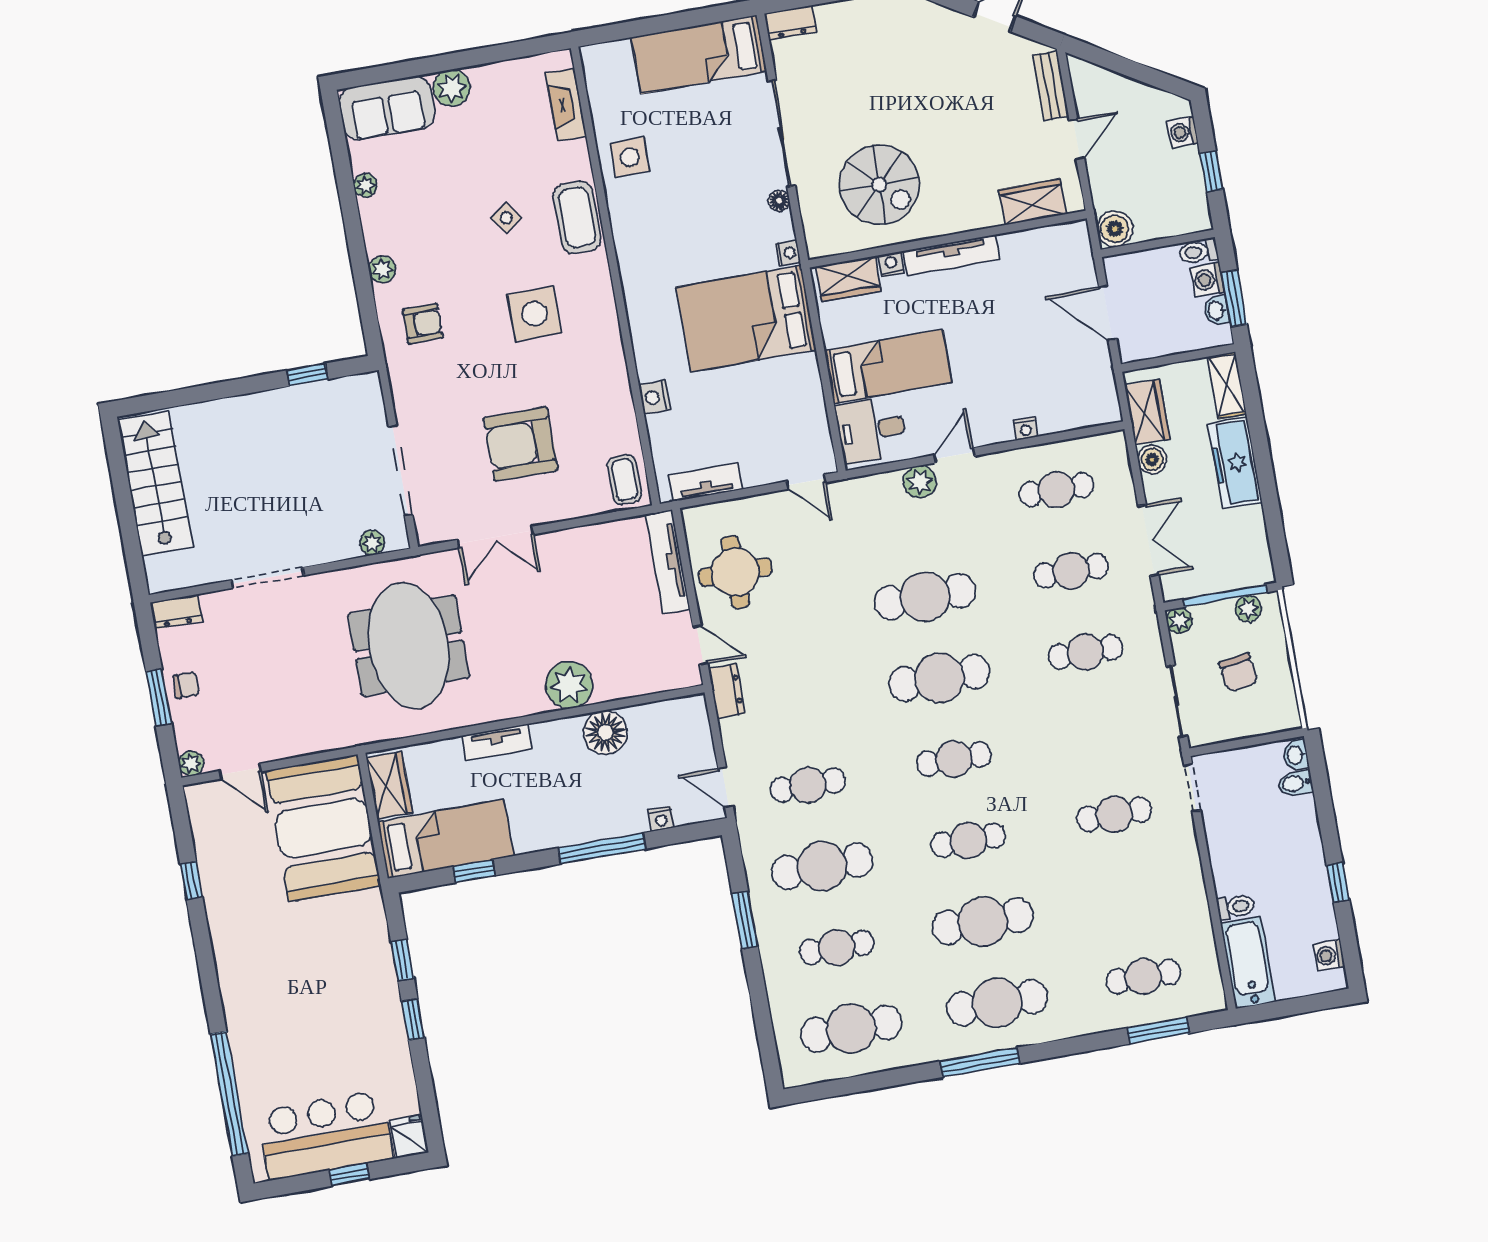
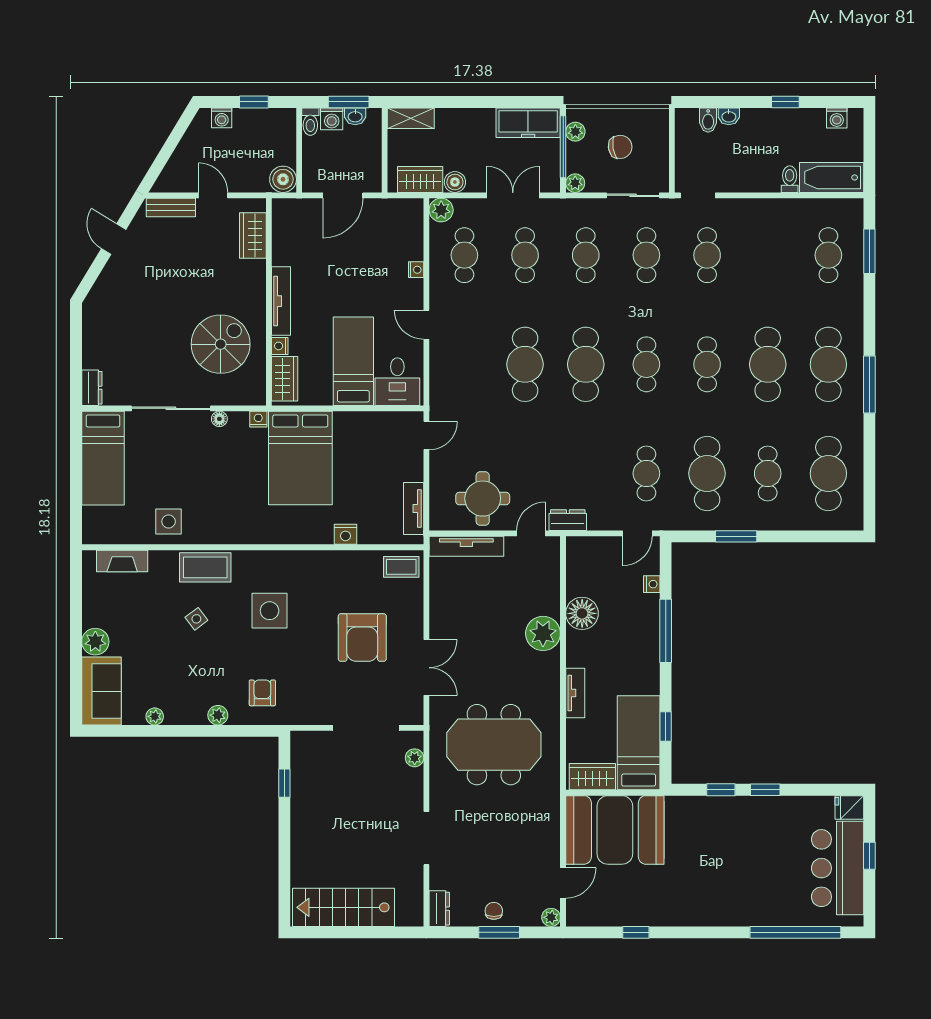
freezer: (1235, 463) -> (528, 123), moved
plant: (920, 482) -> (441, 210), moved
cafe table: (1100, 733) -> (646, 255), added
washbasin: (1295, 755) -> (729, 116), moved

